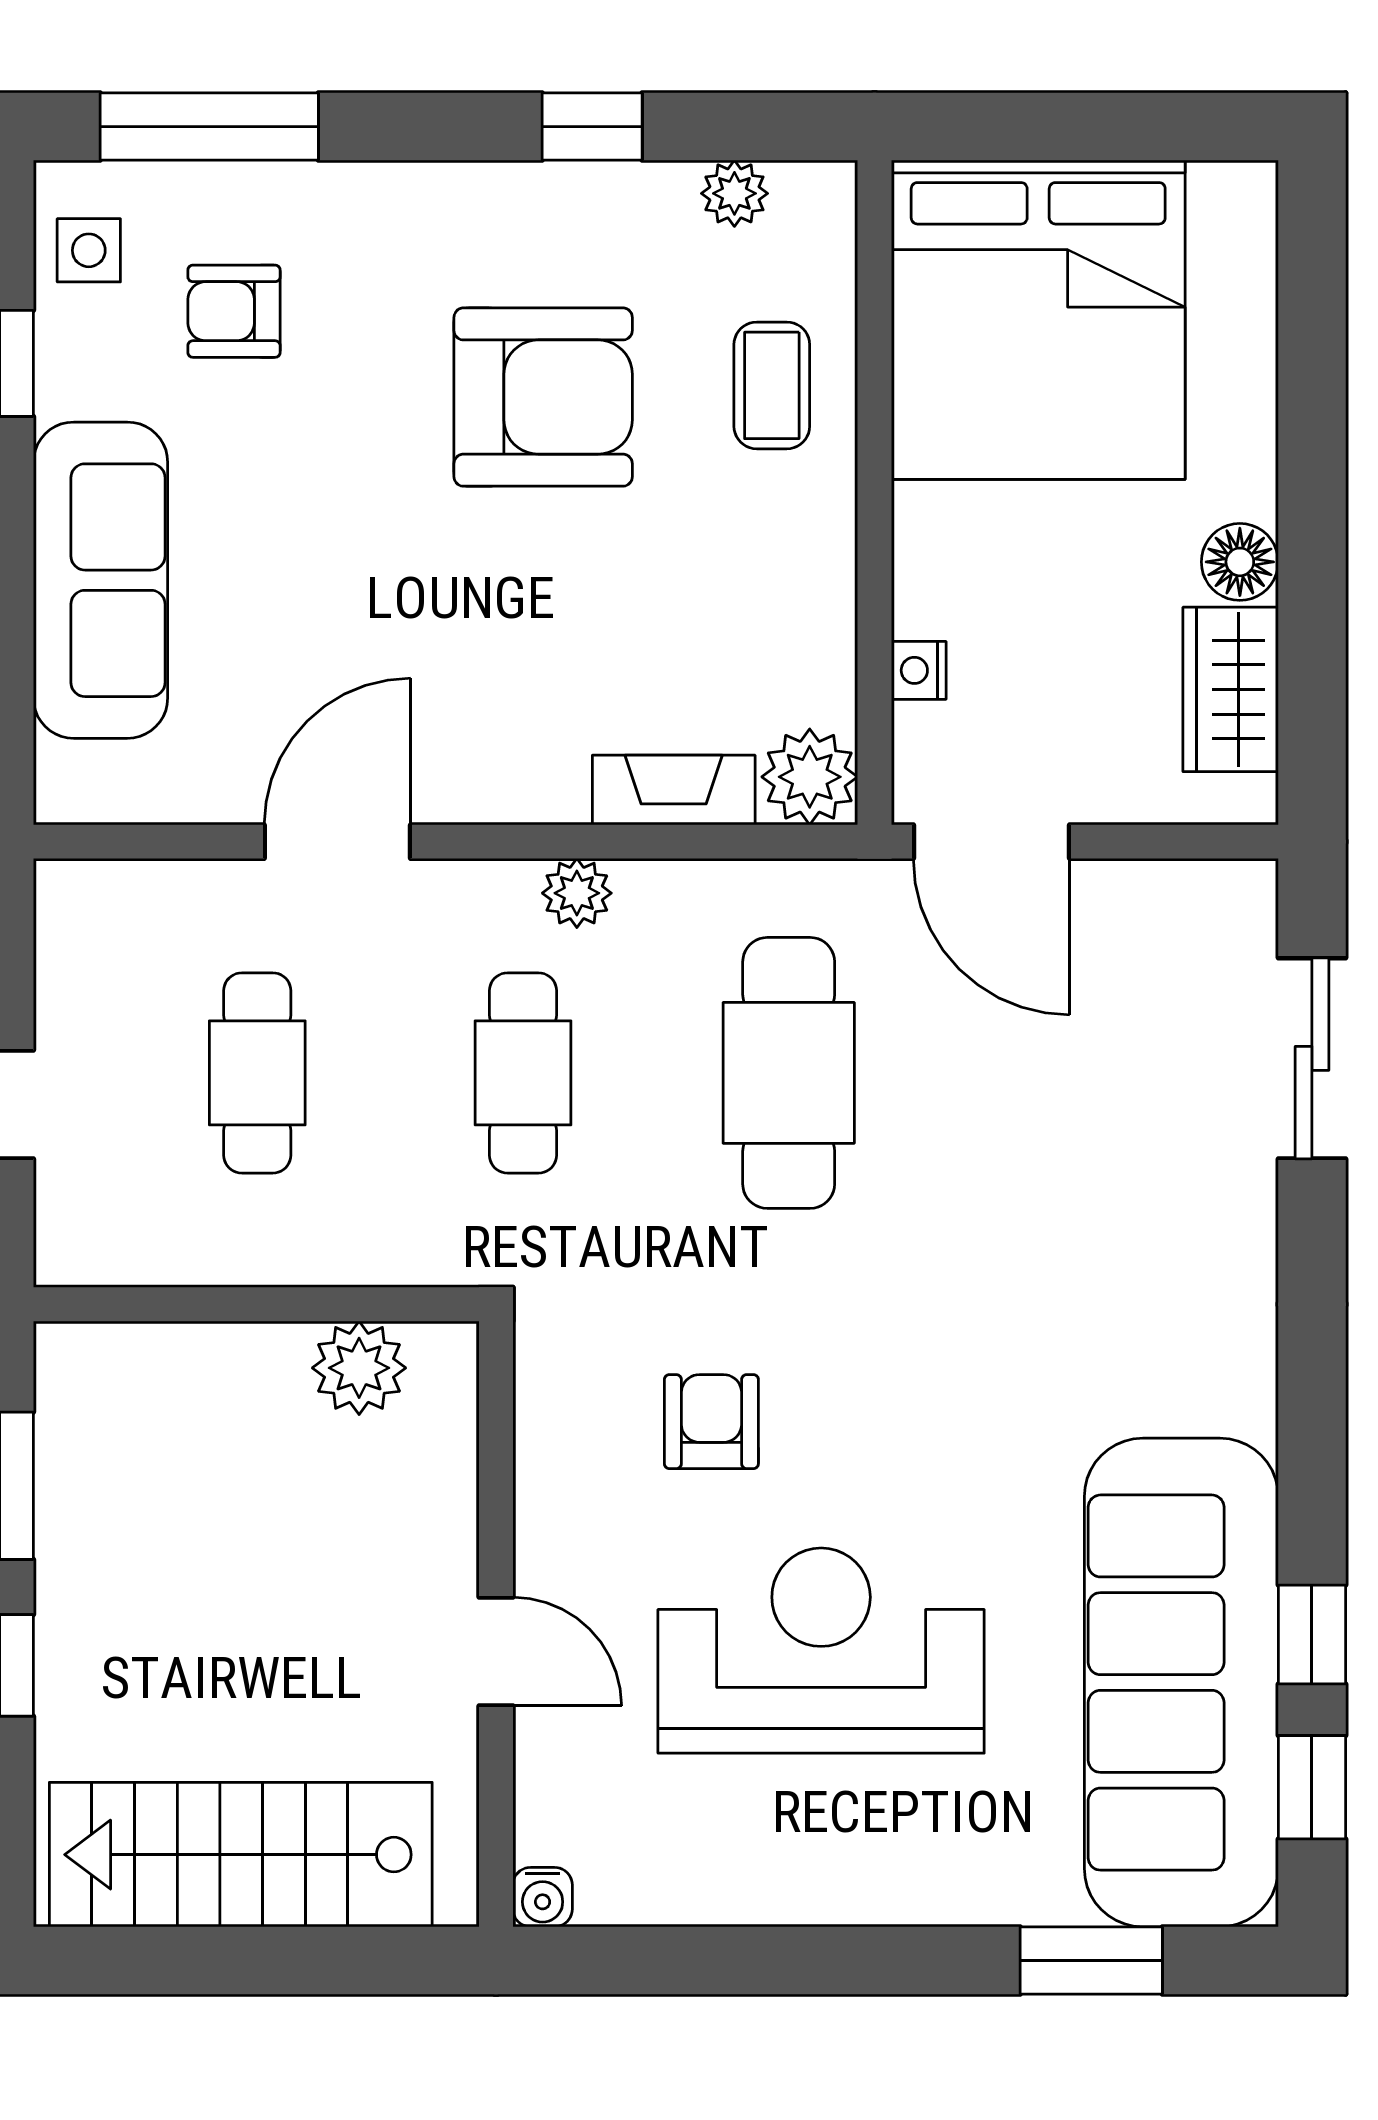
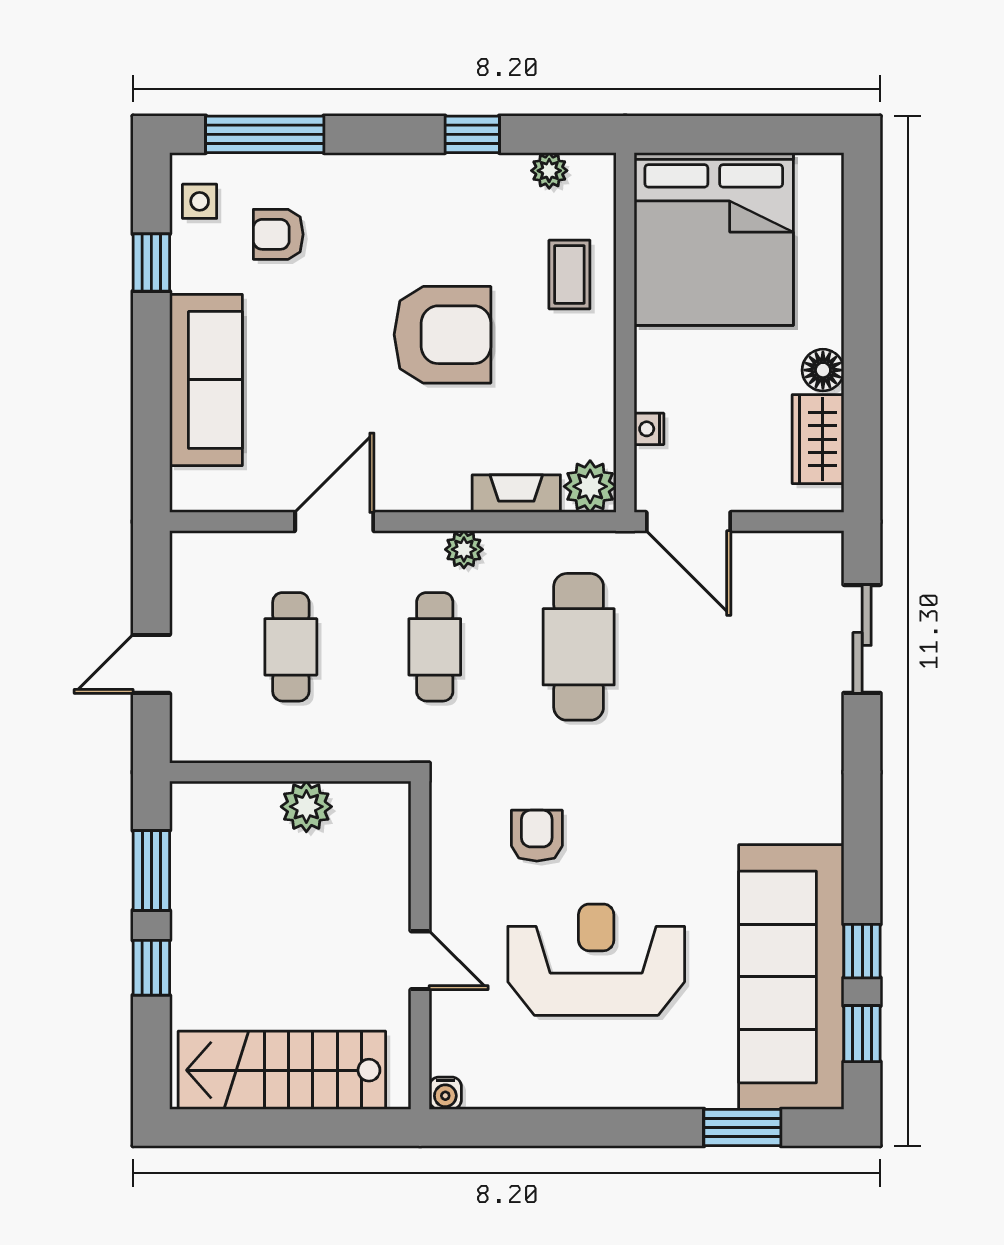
armchair: (543, 397) -> (442, 335), moved
plant: (359, 1368) -> (306, 807), moved

